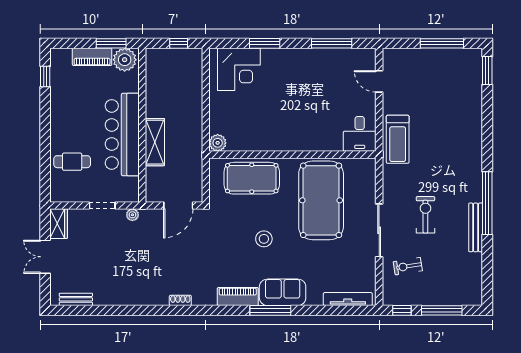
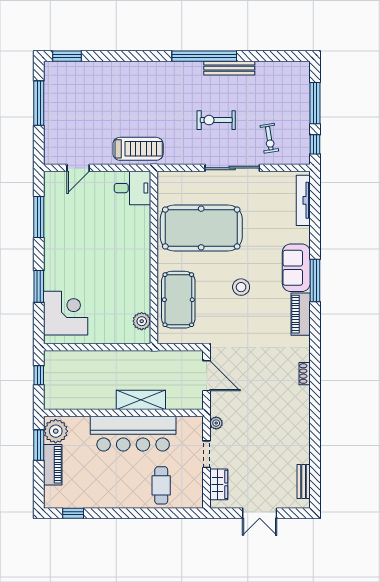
plant: (218, 143) -> (142, 321), moved
wardrobe: (59, 224) -> (219, 484), moved, turned 90

